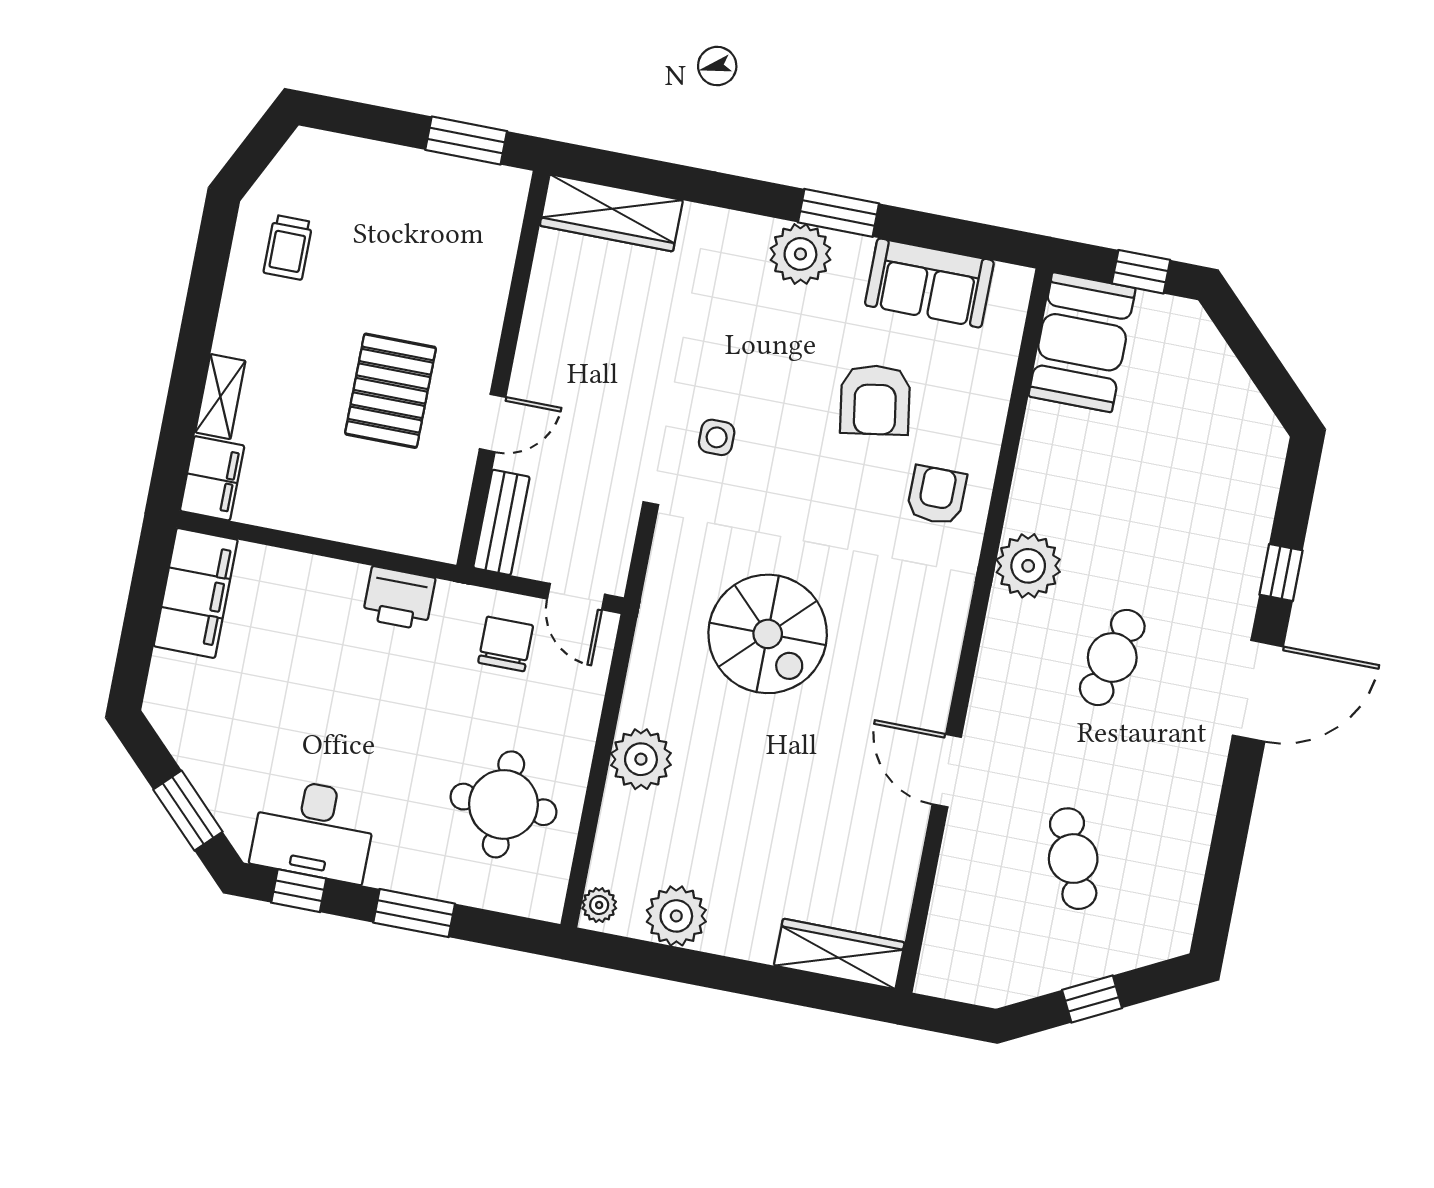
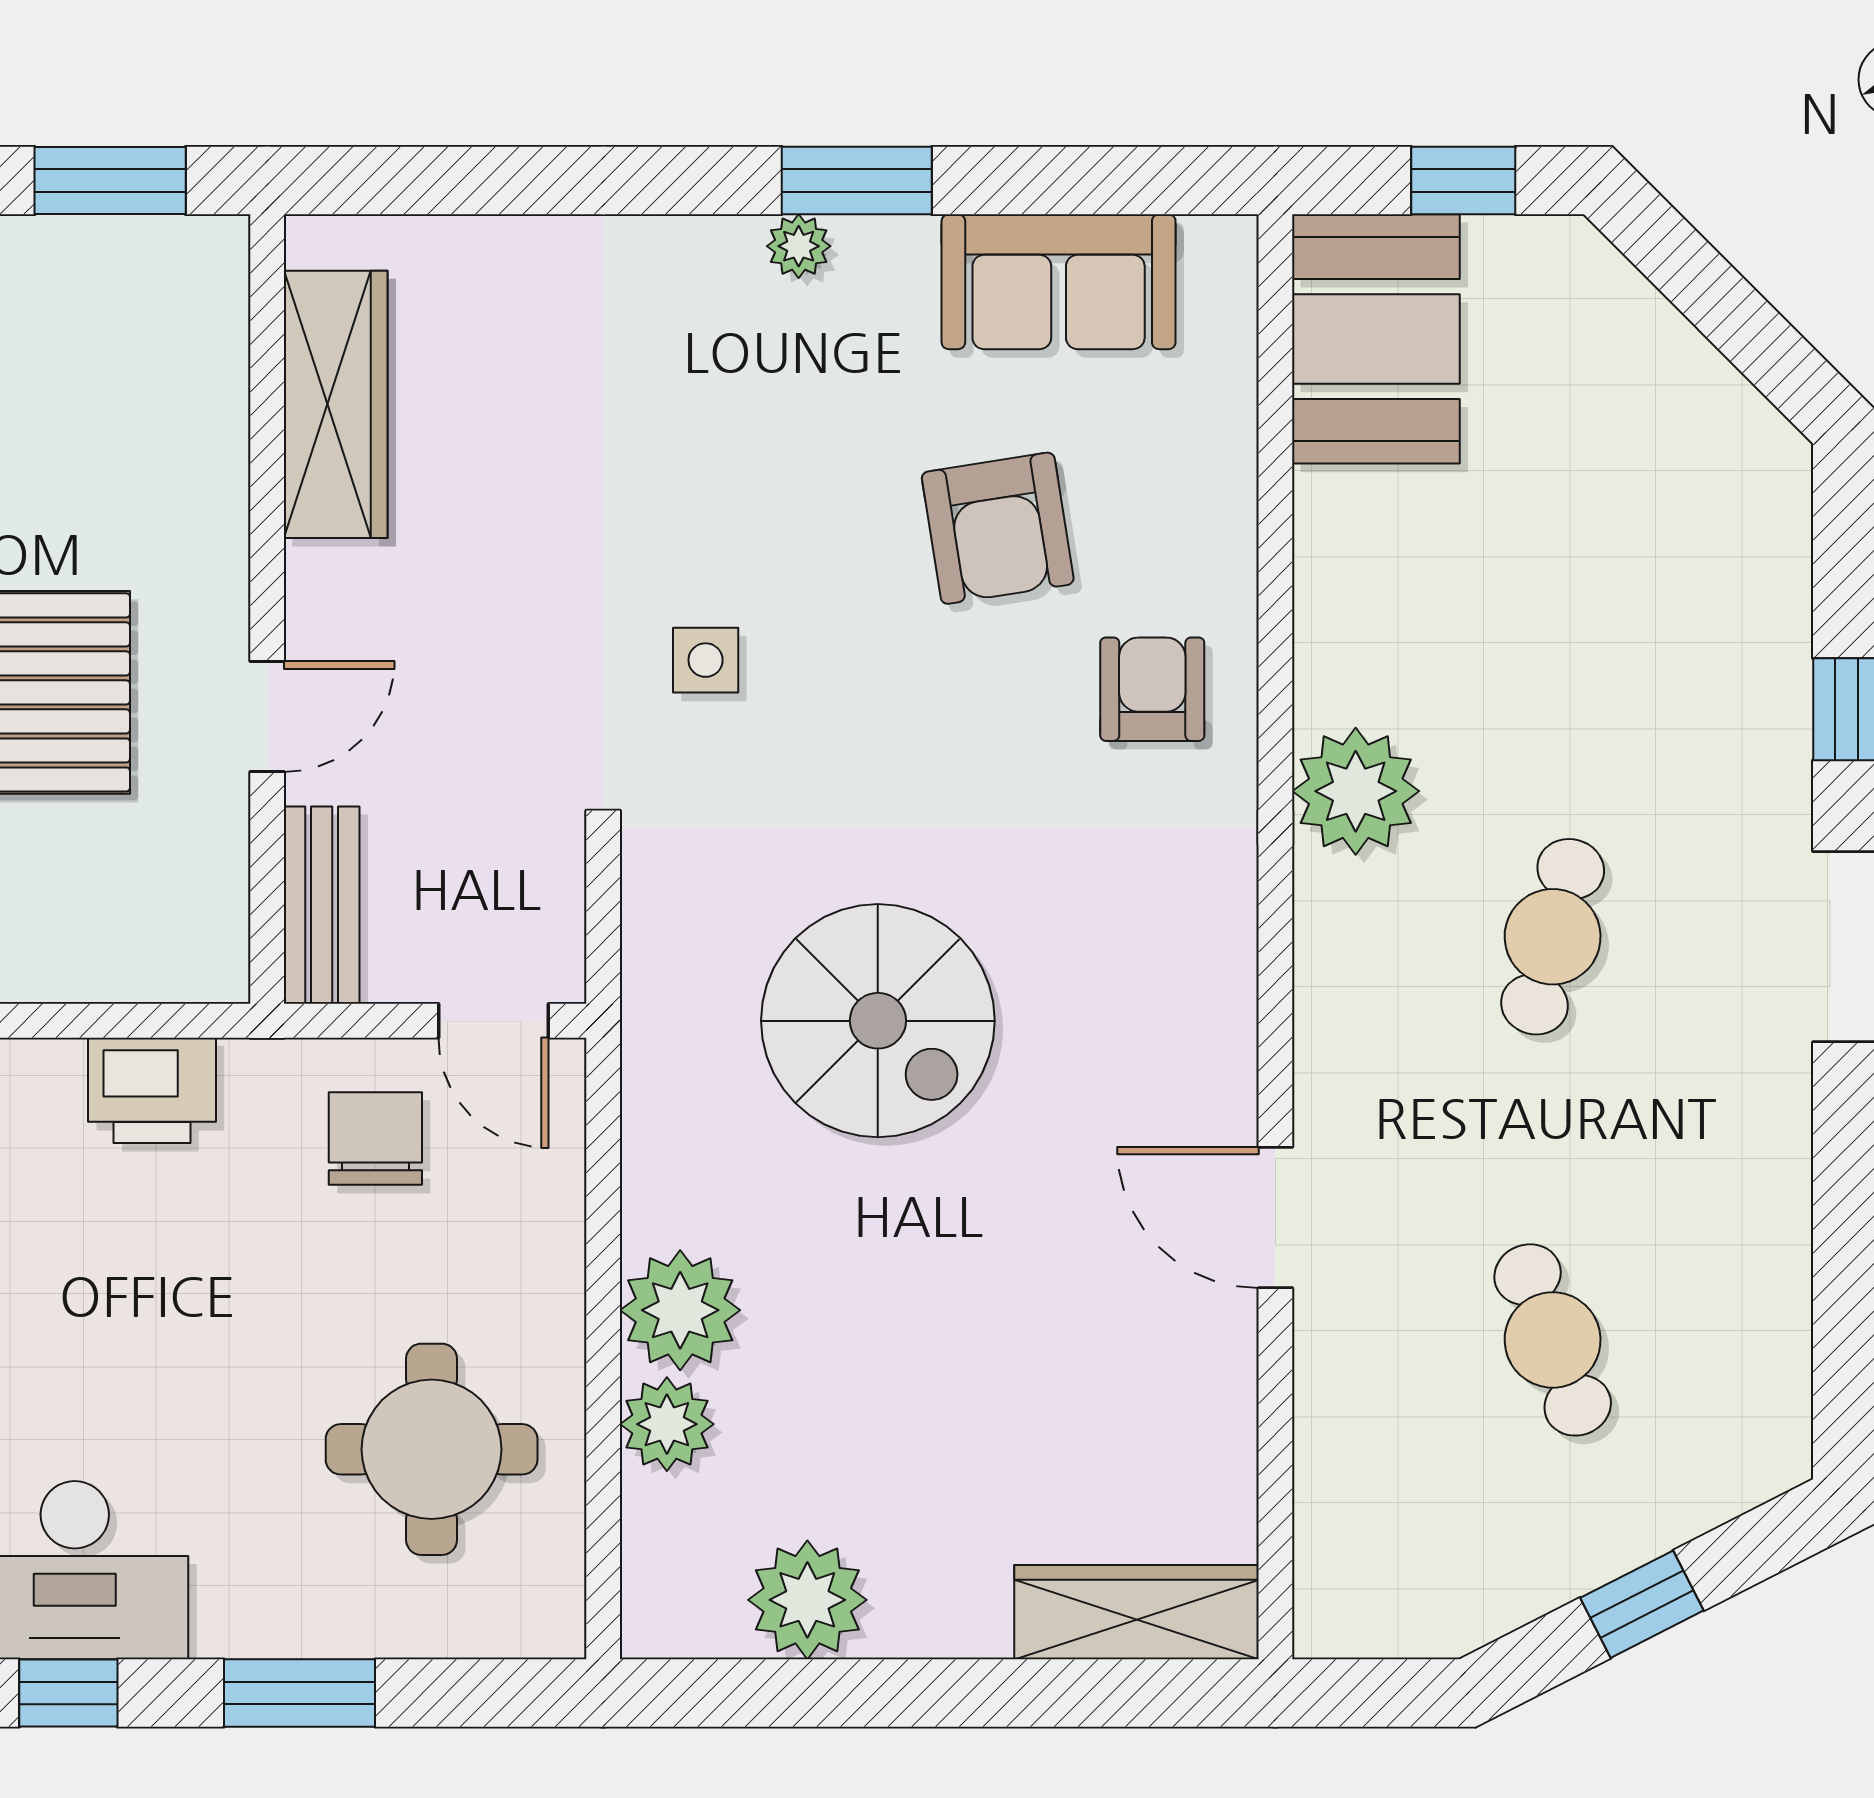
wardrobe: (611, 213) -> (336, 404), moved, turned -90
plant: (800, 254) -> (799, 246), width x0.53, depth x0.53
plant: (599, 905) -> (667, 1424), moved, width x1.38, depth x1.38

